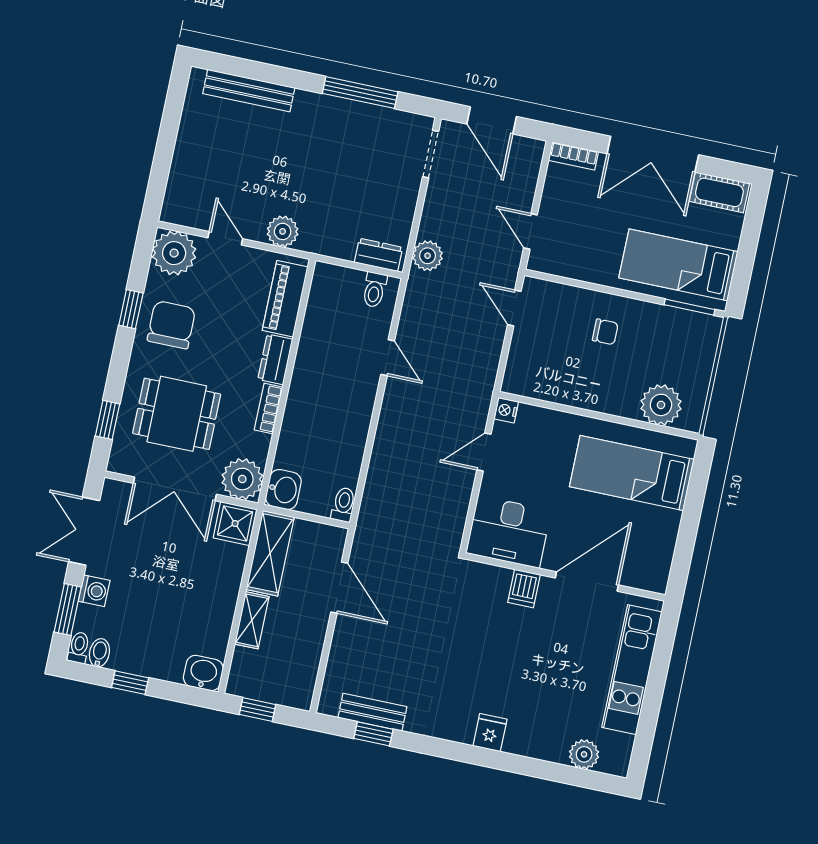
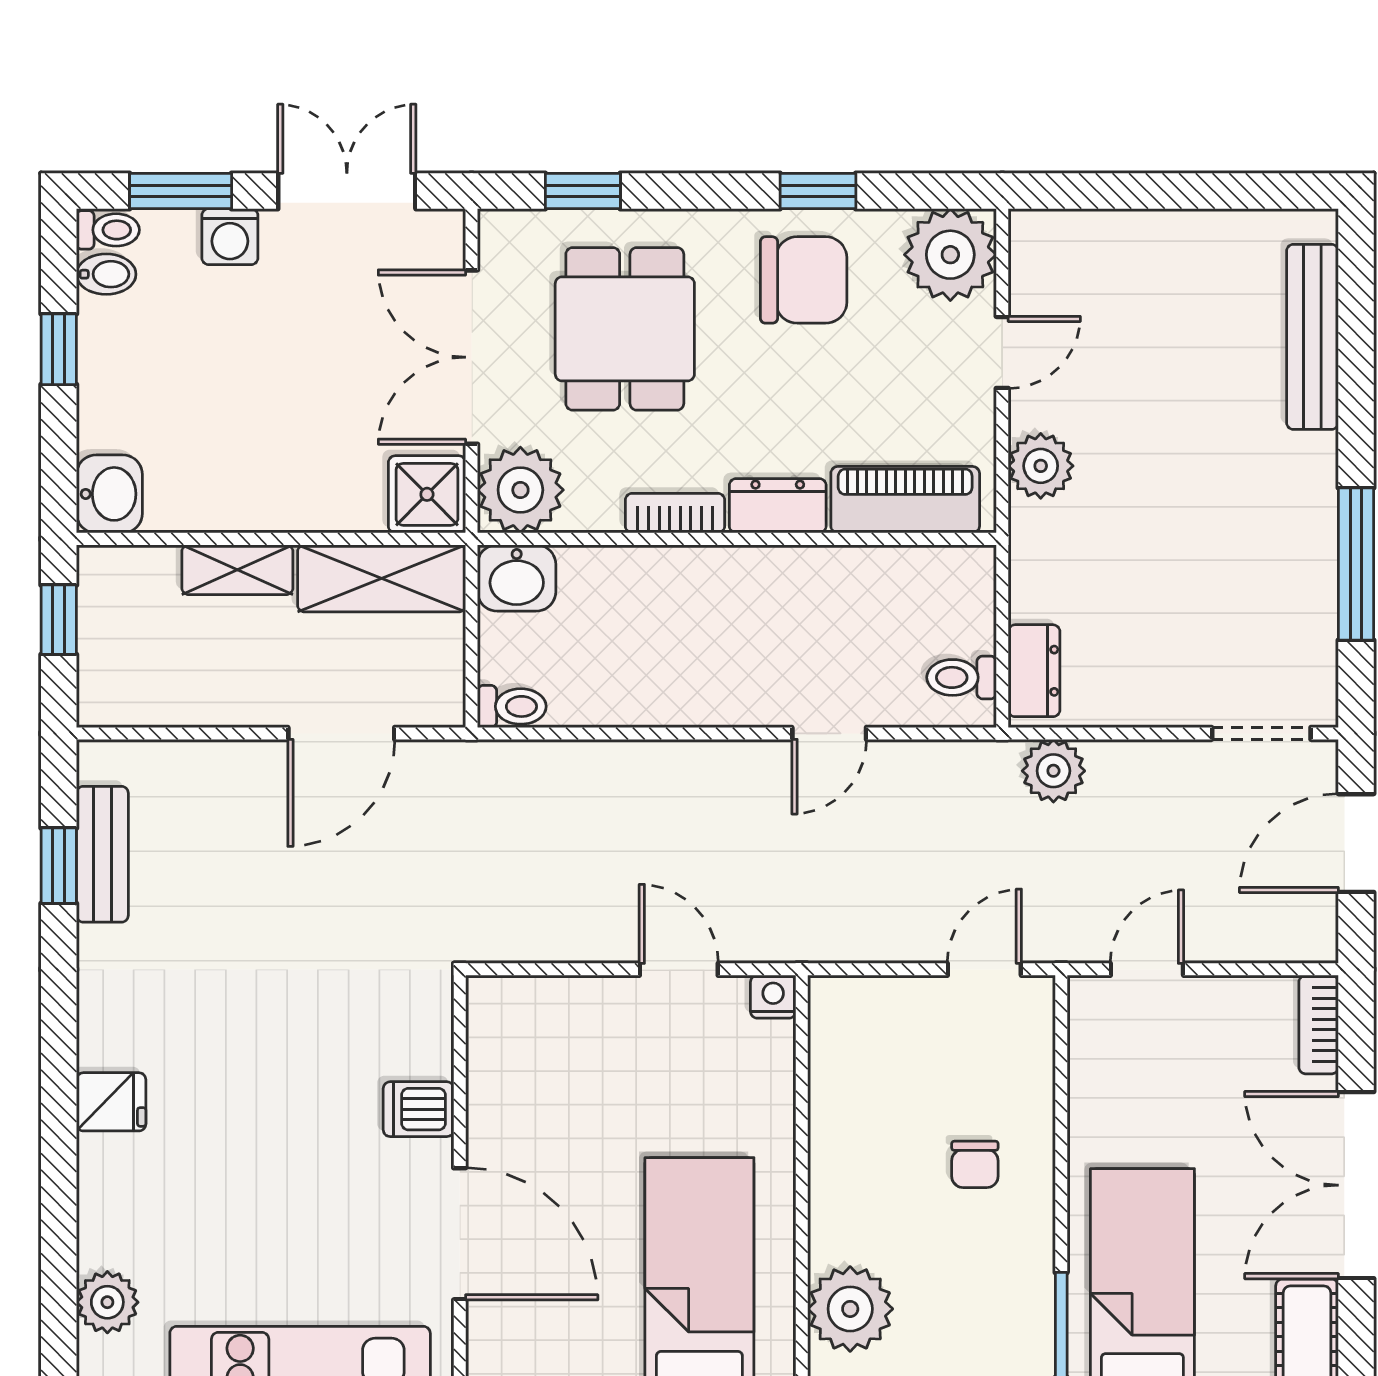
desk: (509, 532) -> (527, 1054), removed

